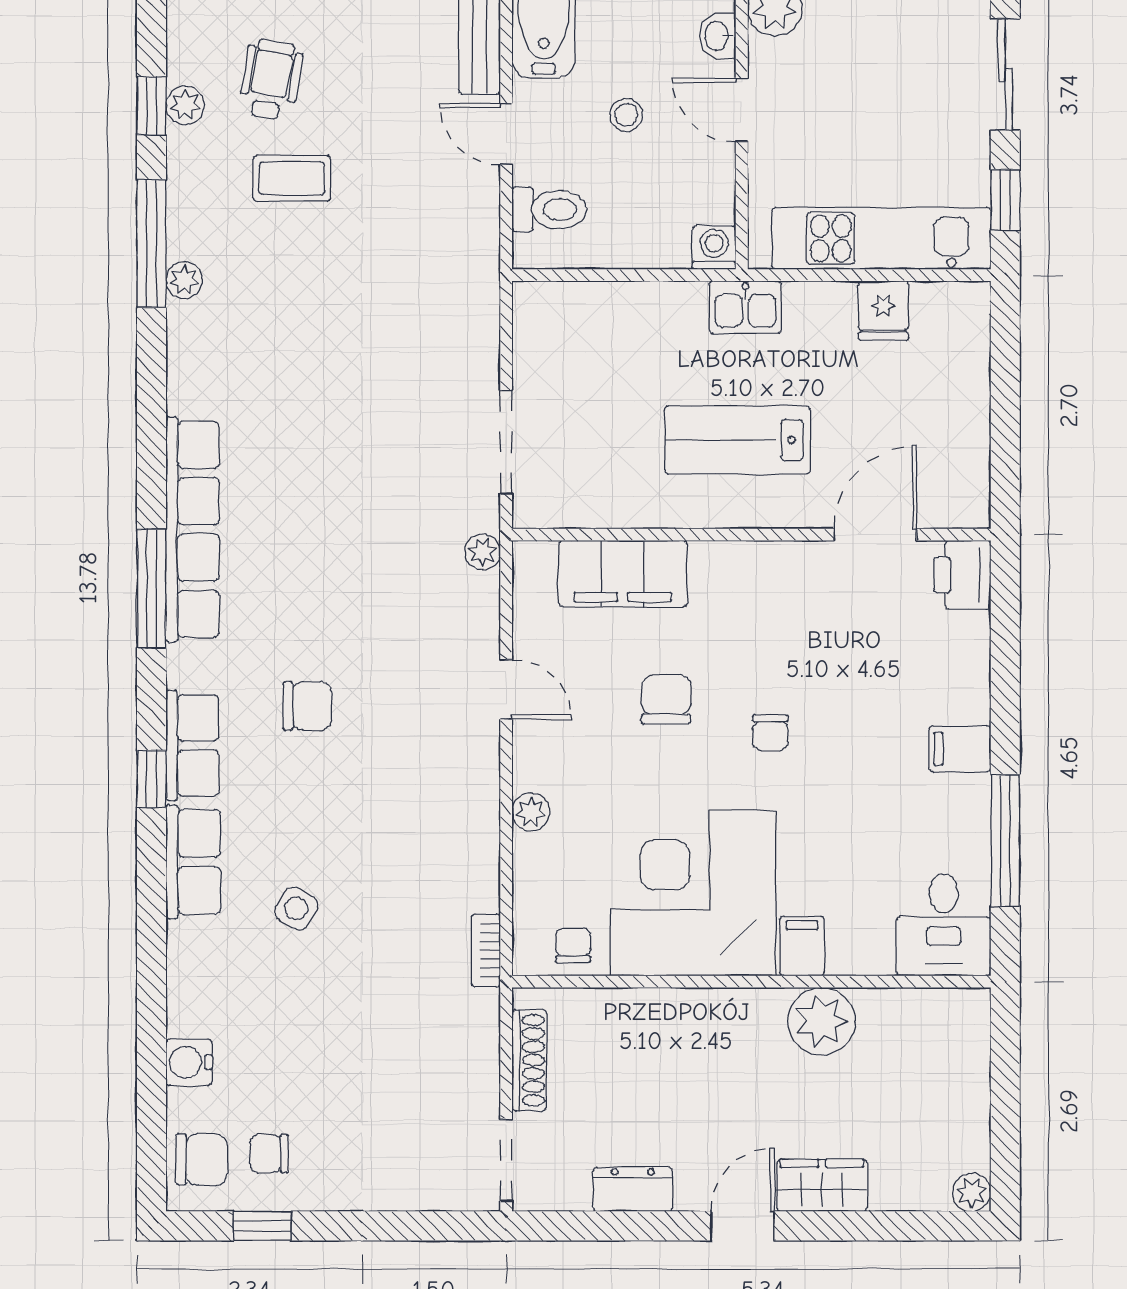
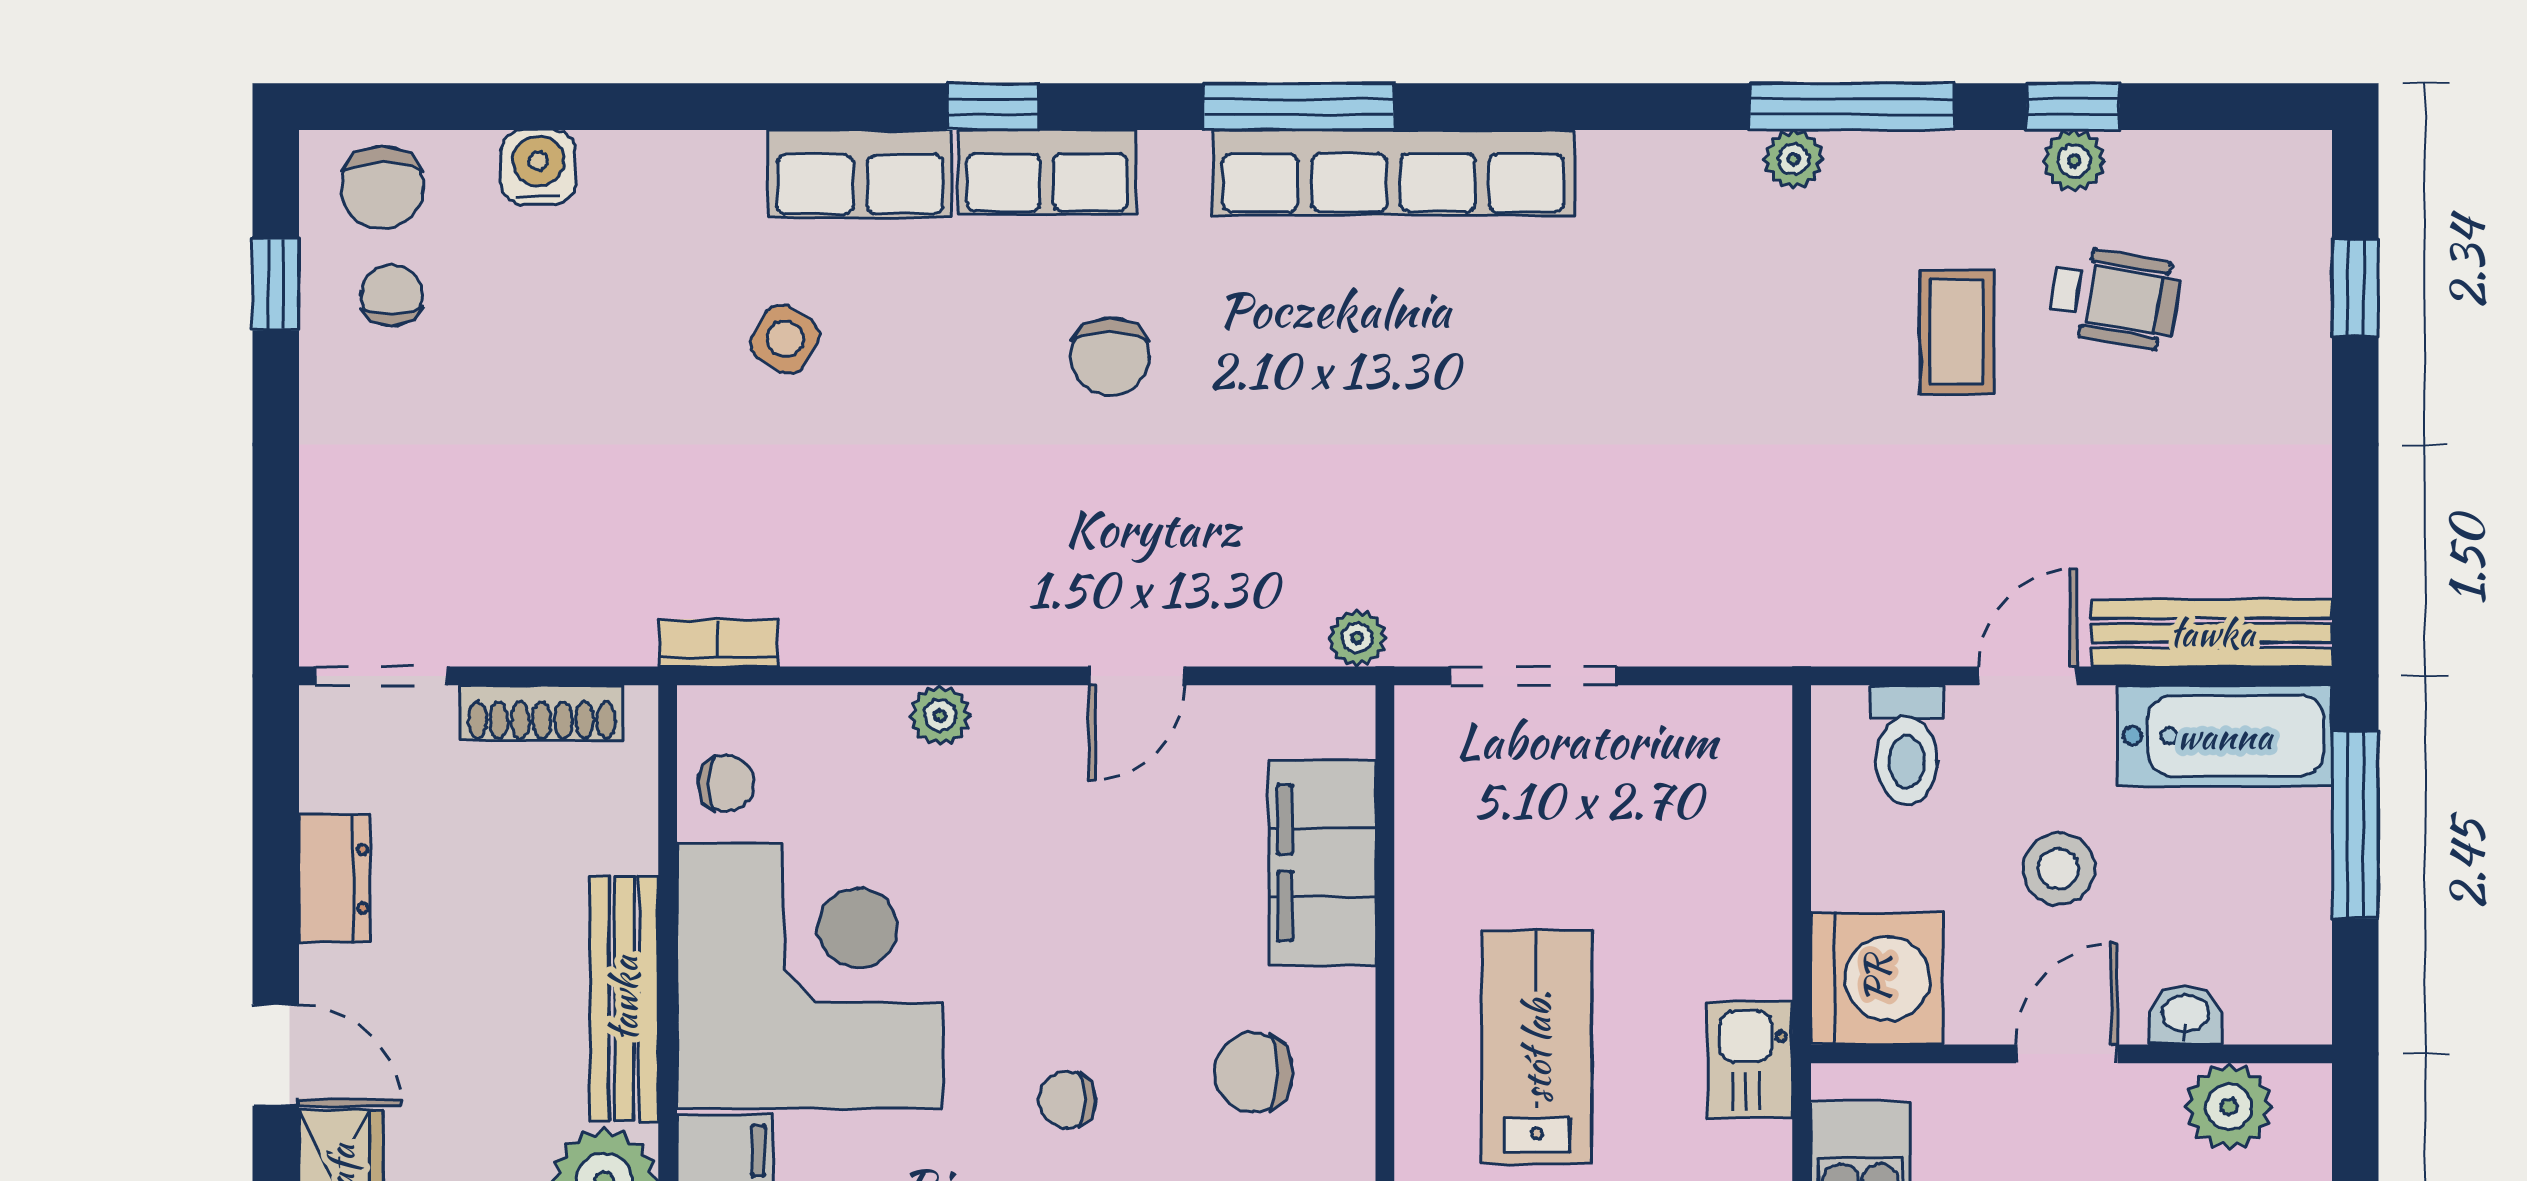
stool: (626, 115) -> (2059, 869), width x1.37, depth x1.37
washing machine: (714, 248) -> (1877, 979), width x1.89, depth x1.89
chair: (666, 699) -> (1253, 1073), moved, turned 180
bench: (707, 1009) -> (624, 999), added

